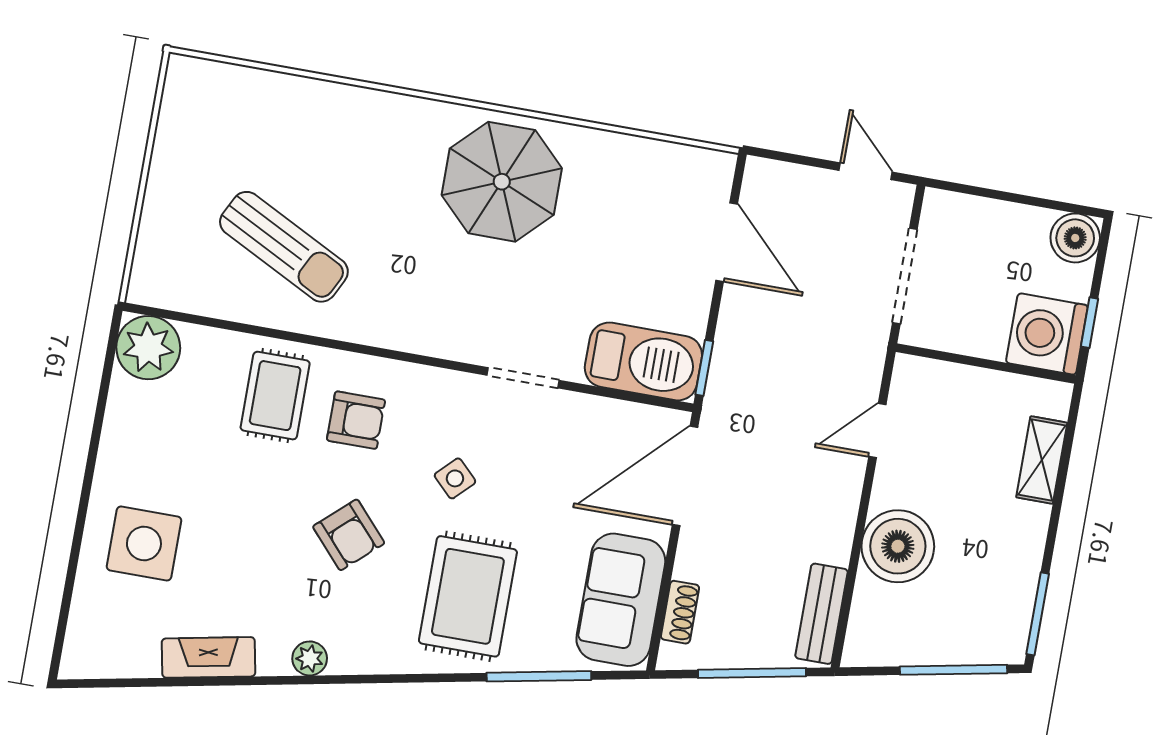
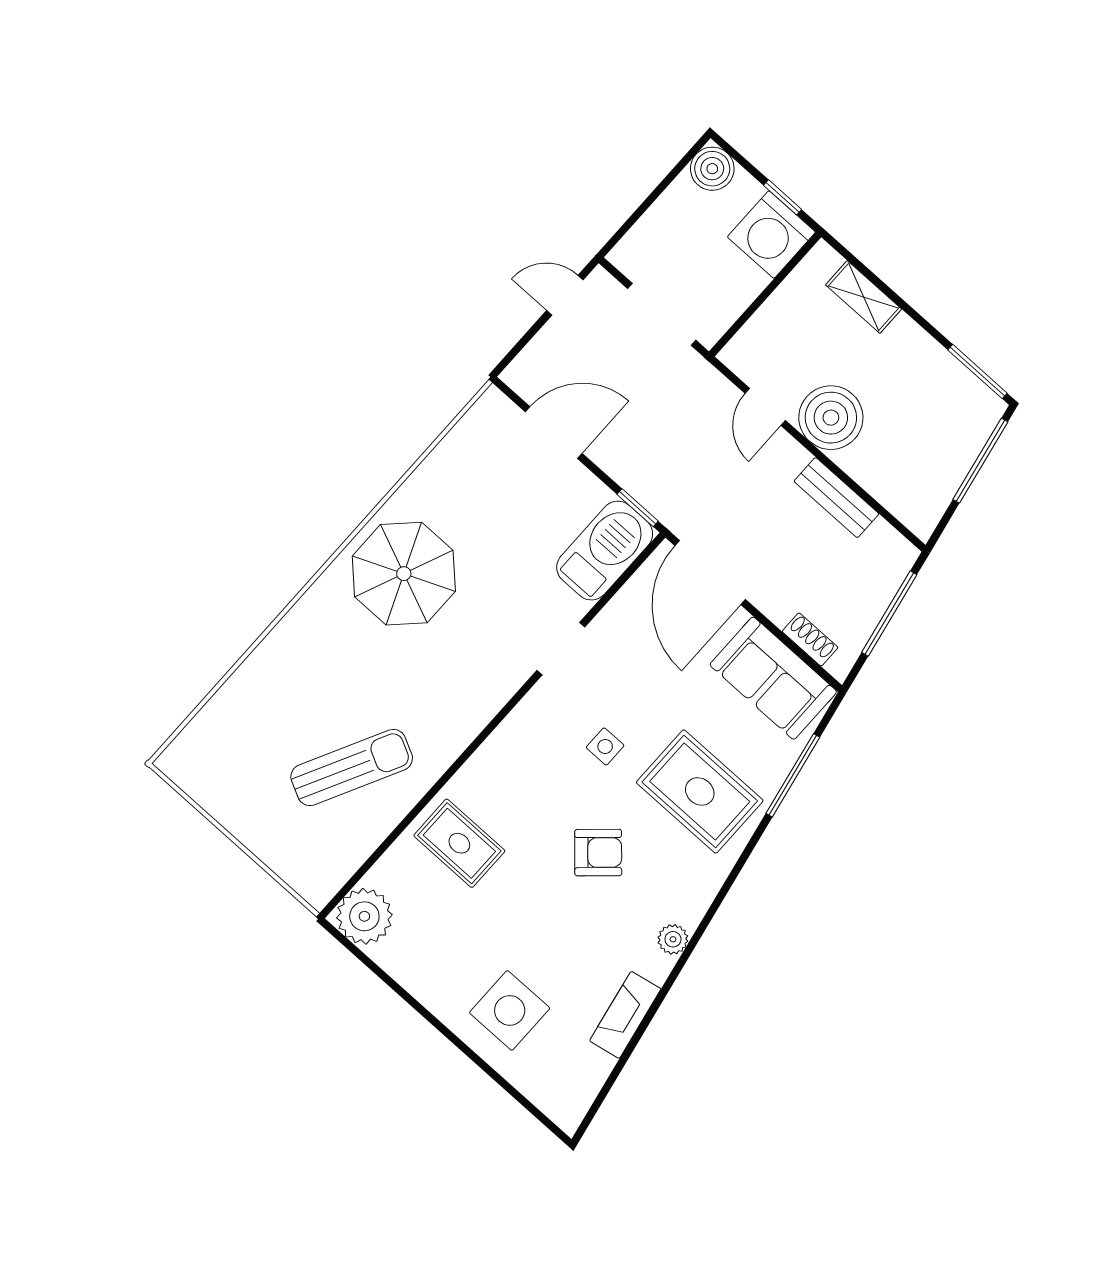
armchair: (356, 420) -> (515, 794), removed
side table: (455, 478) -> (605, 746), turned 45
boiler: (898, 546) -> (831, 418), moved
bench: (821, 614) -> (836, 498), moved

